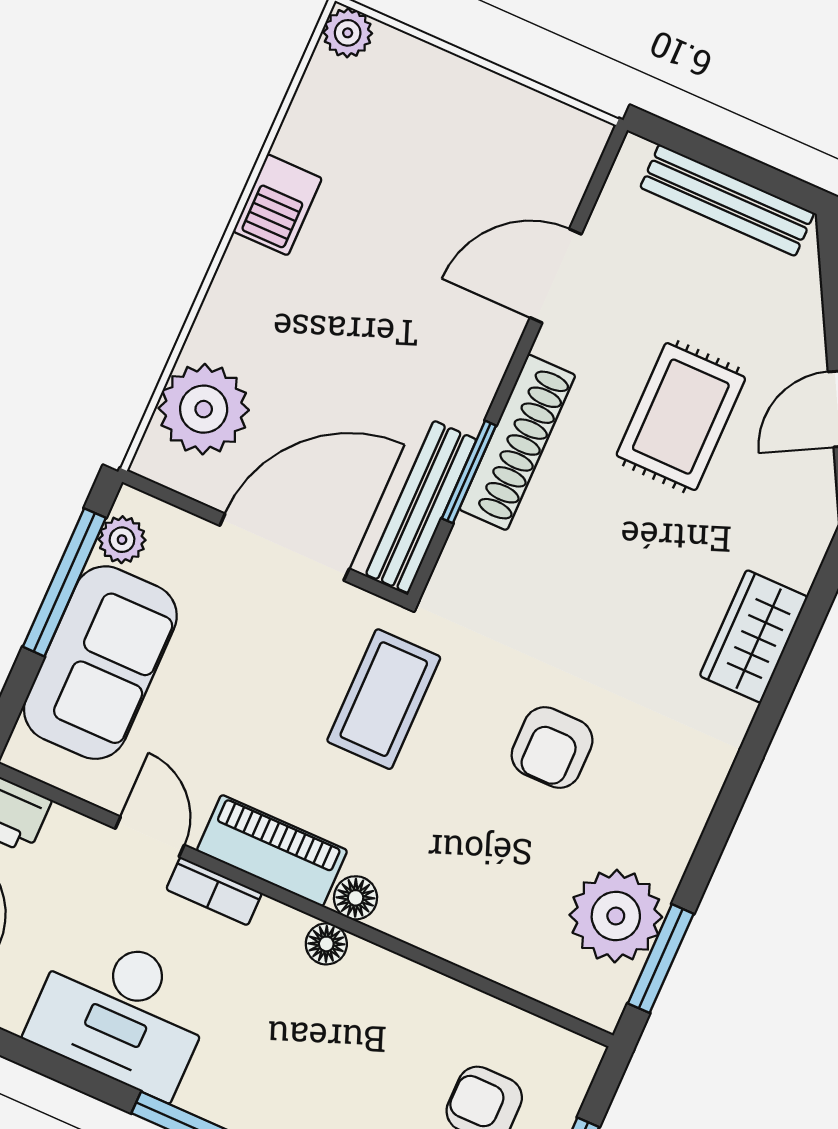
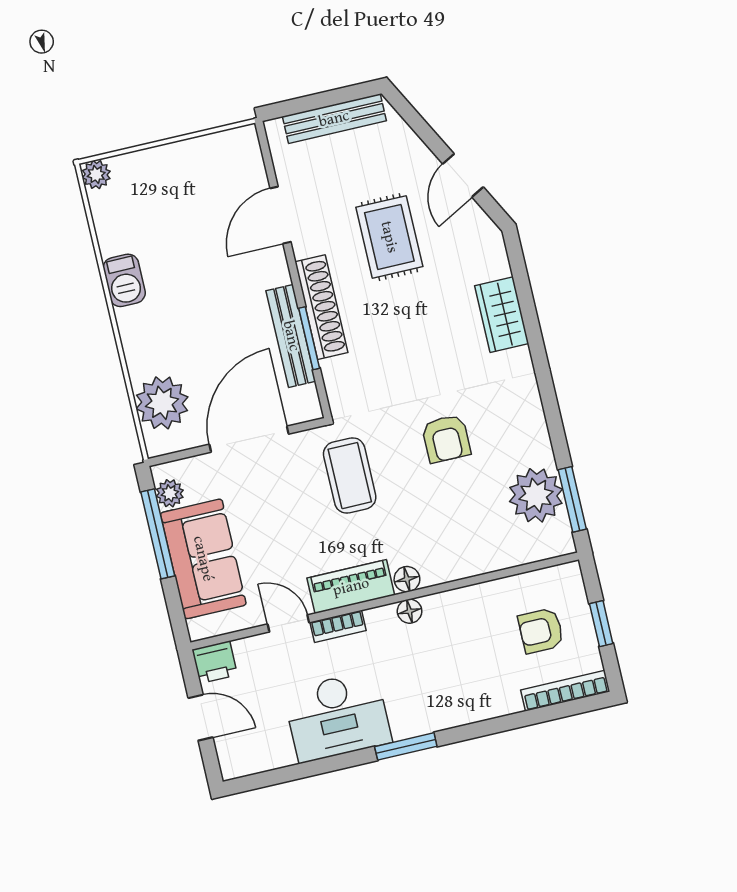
bench: (421, 507) -> (291, 336), moved

